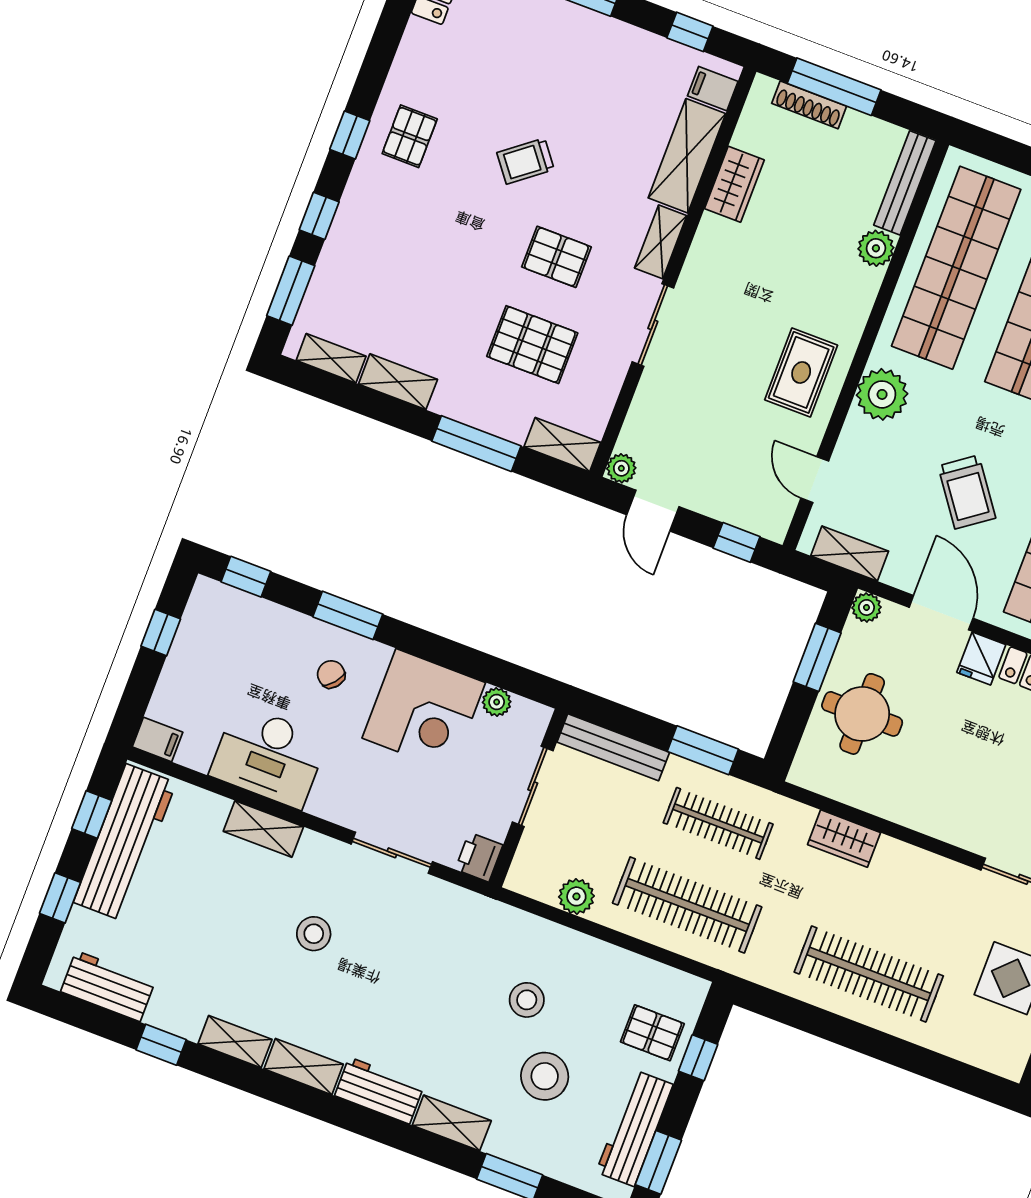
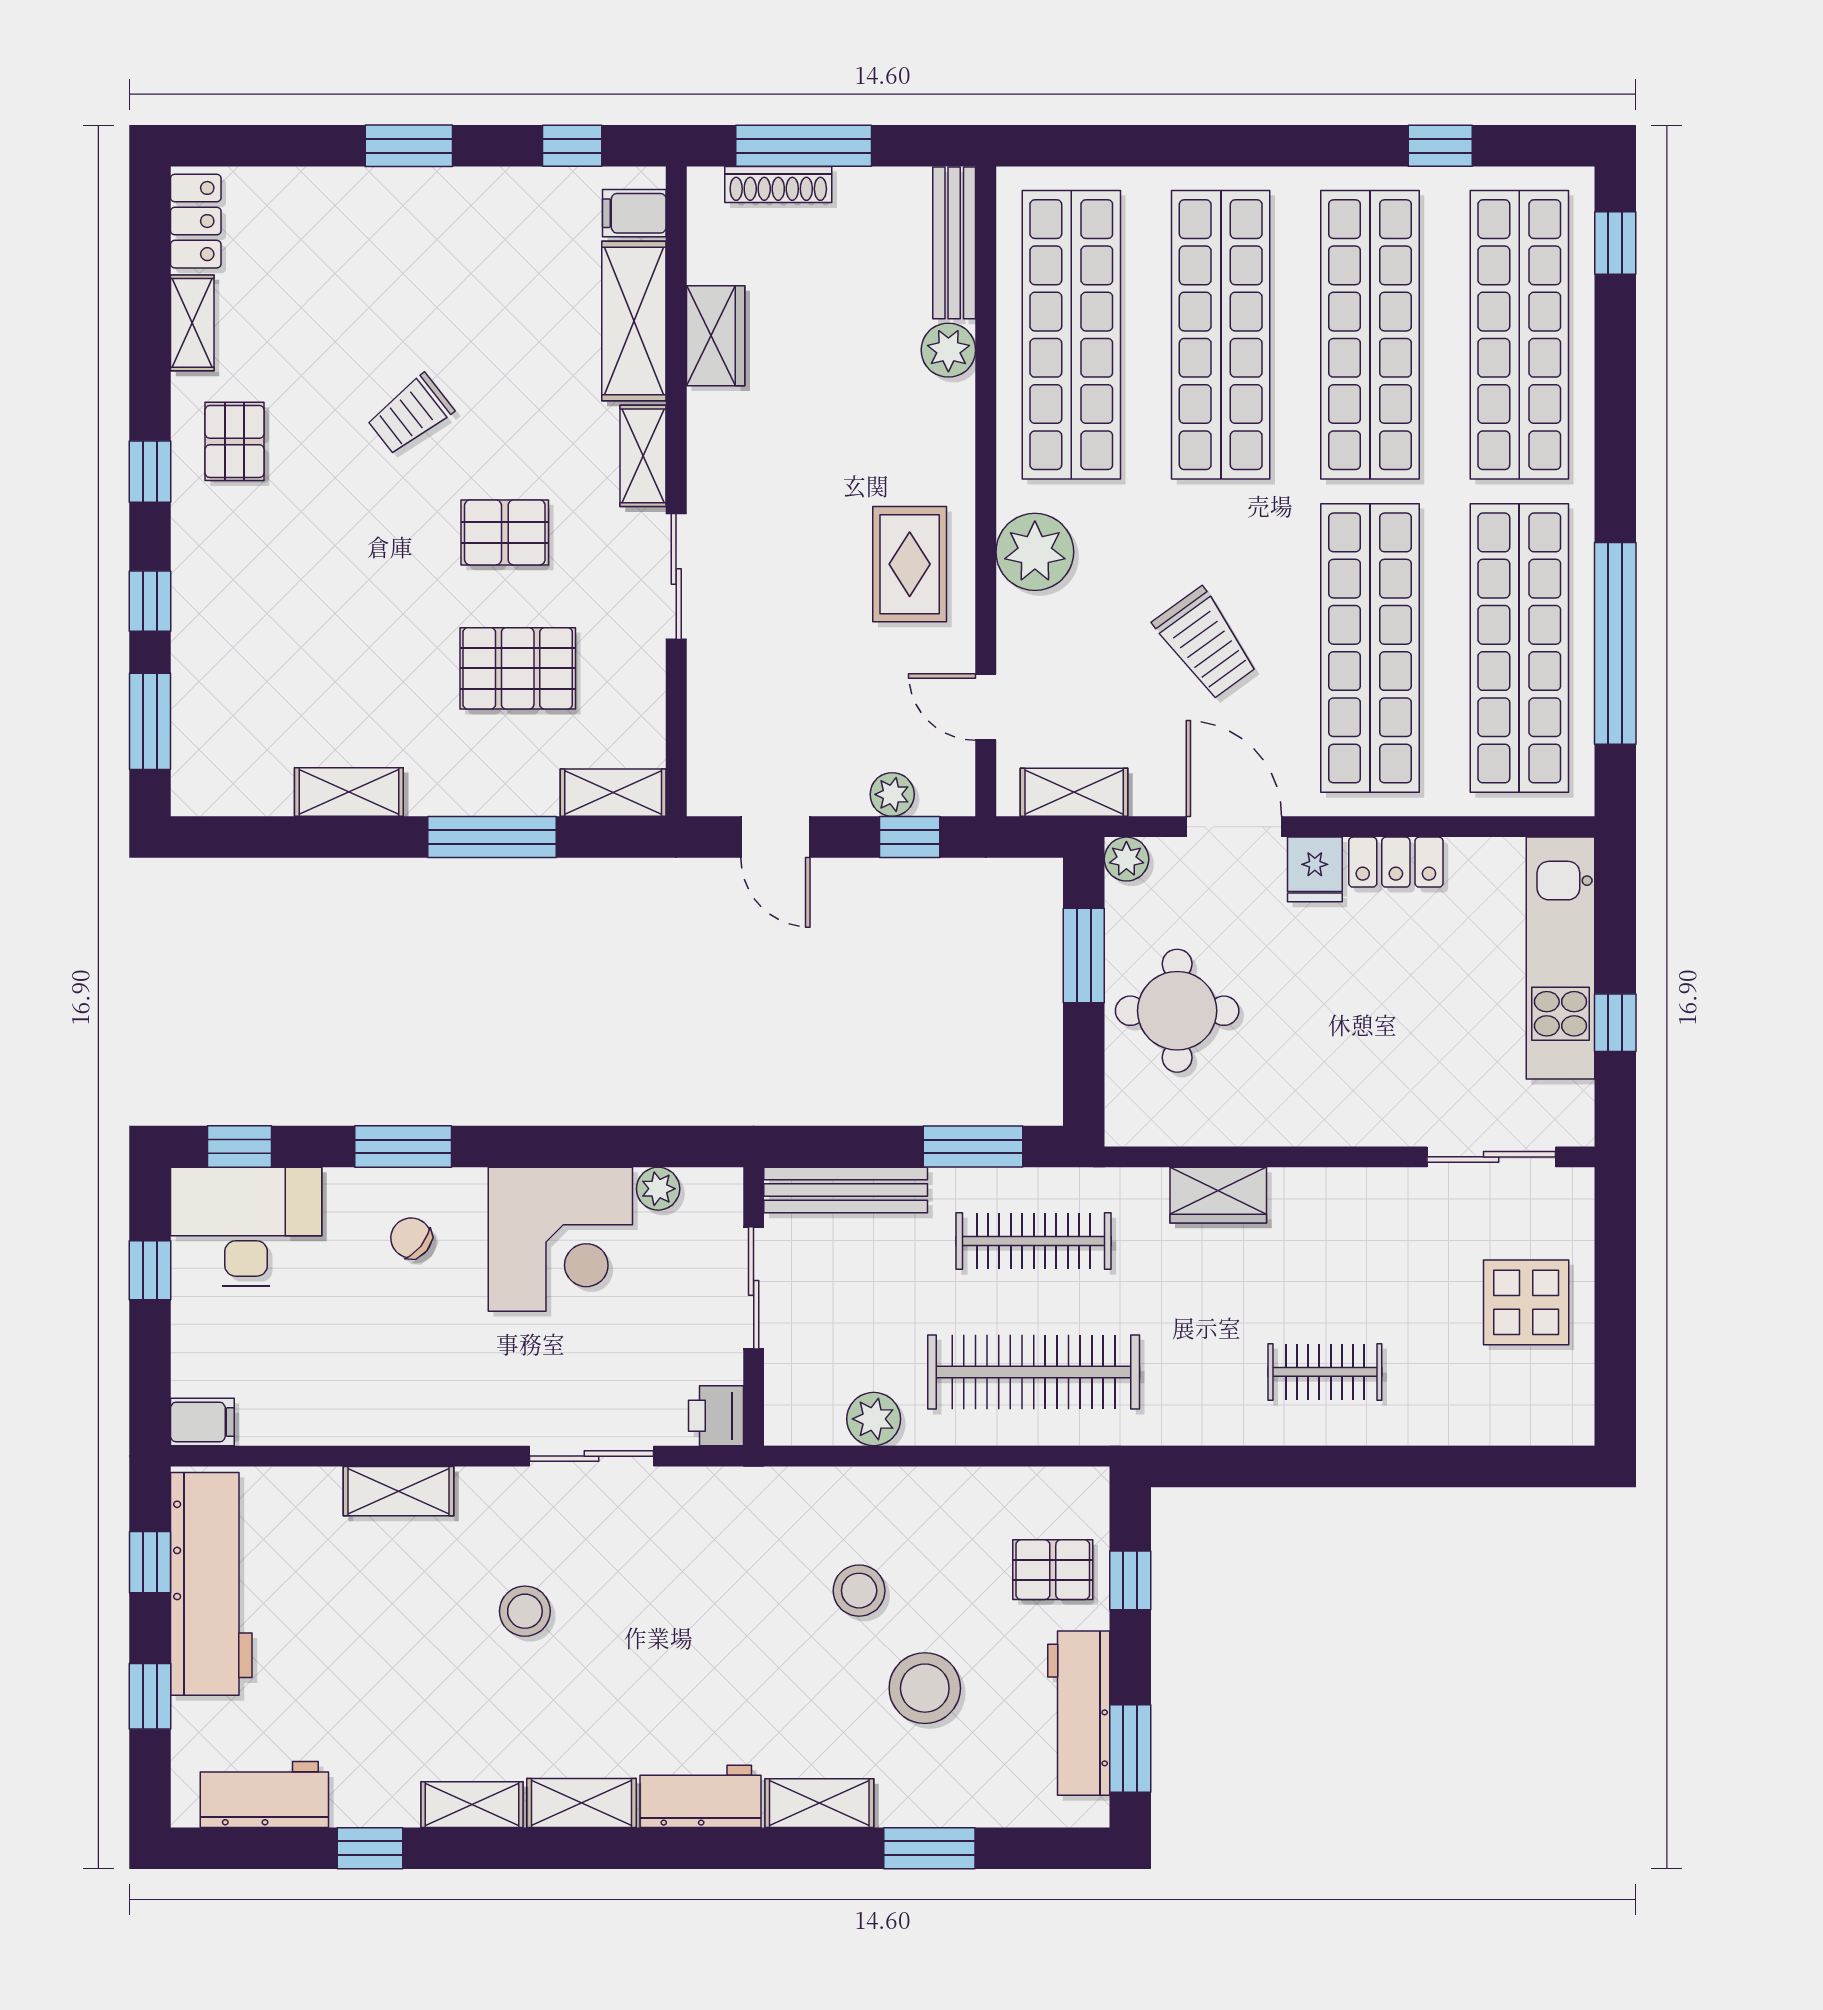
shelving: (331, 358) -> (192, 323), moved, turned 90
plant: (621, 468) -> (892, 794), moved
desk: (269, 756) -> (246, 1226), moved, turned 180
clothes rail: (869, 974) -> (1325, 1372), width x0.54, depth x0.76

